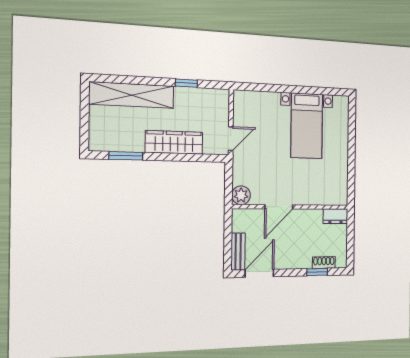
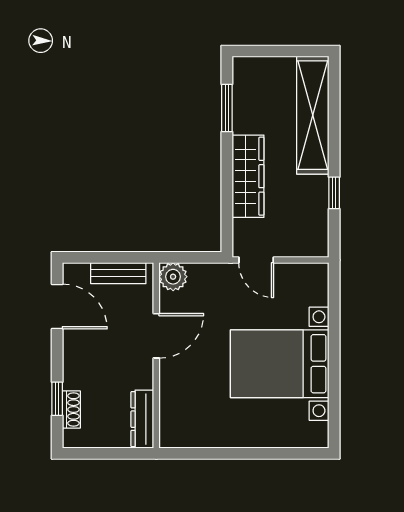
bed with nightstands: (307, 126) -> (280, 364), width x1.36
door: (279, 207) -> (156, 336), swing flipped
dresser: (336, 216) -> (142, 419), width x1.44
bench: (238, 252) -> (118, 273), moved

